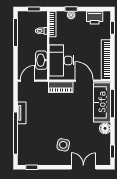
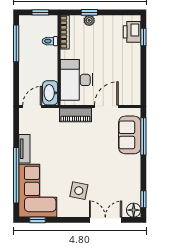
printer: (95, 18) -> (132, 32), moved, turned 90
washbasin: (41, 60) -> (50, 93), moved
bookcase: (106, 60) -> (135, 79), removed
door: (84, 81) -> (106, 106), hinge flipped
sofa: (102, 102) -> (130, 135), width x0.73
floor lamp: (105, 128) -> (134, 210), moved
corner sofa: (32, 145) -> (38, 191), added

